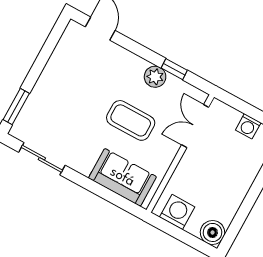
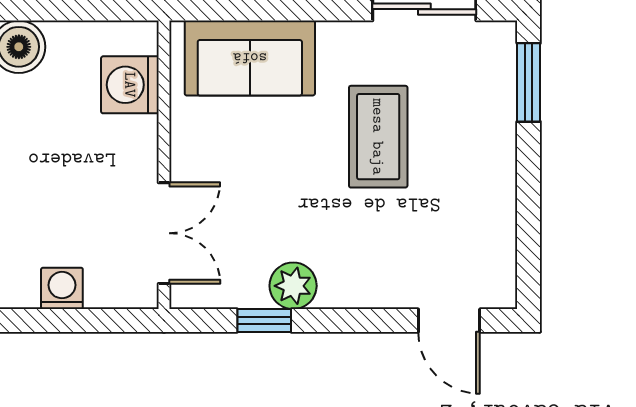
coffee table: (131, 120) -> (378, 137), moved, turned 90
washing machine: (177, 212) -> (130, 85), moved, turned 90

